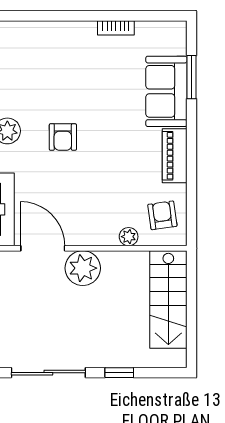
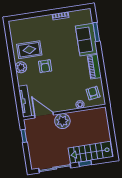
rug: (33, 94) -> (29, 50), added
stairs: (168, 300) -> (90, 152), moved, turned 90

